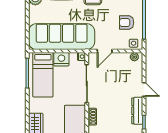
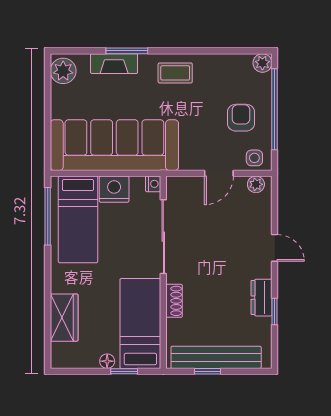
armchair: (127, 23) -> (241, 118), turned 90
door: (105, 51) -> (219, 173), moved
dresser: (137, 111) -> (261, 298), width x0.70

